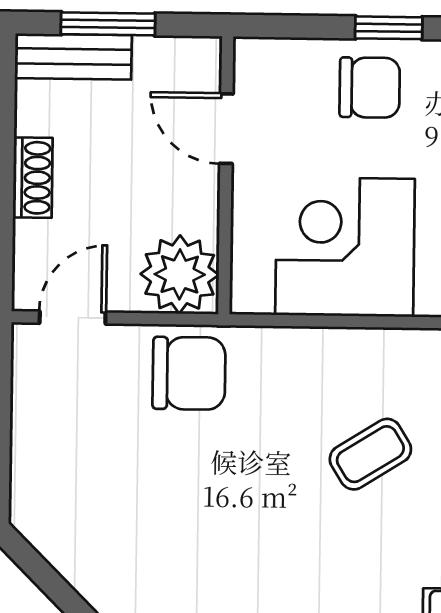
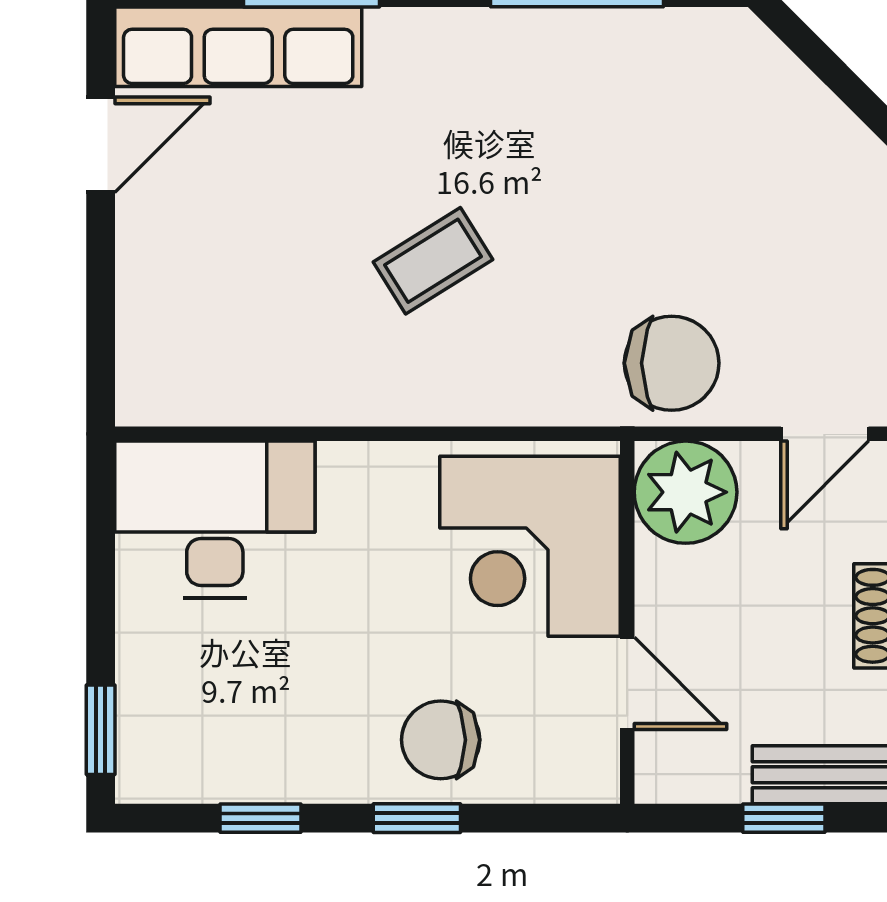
window: (108, 24) -> (784, 818), width x0.67
corner desk: (345, 247) -> (530, 546), moved, turned 90
chair: (189, 373) -> (672, 363), turned 180

